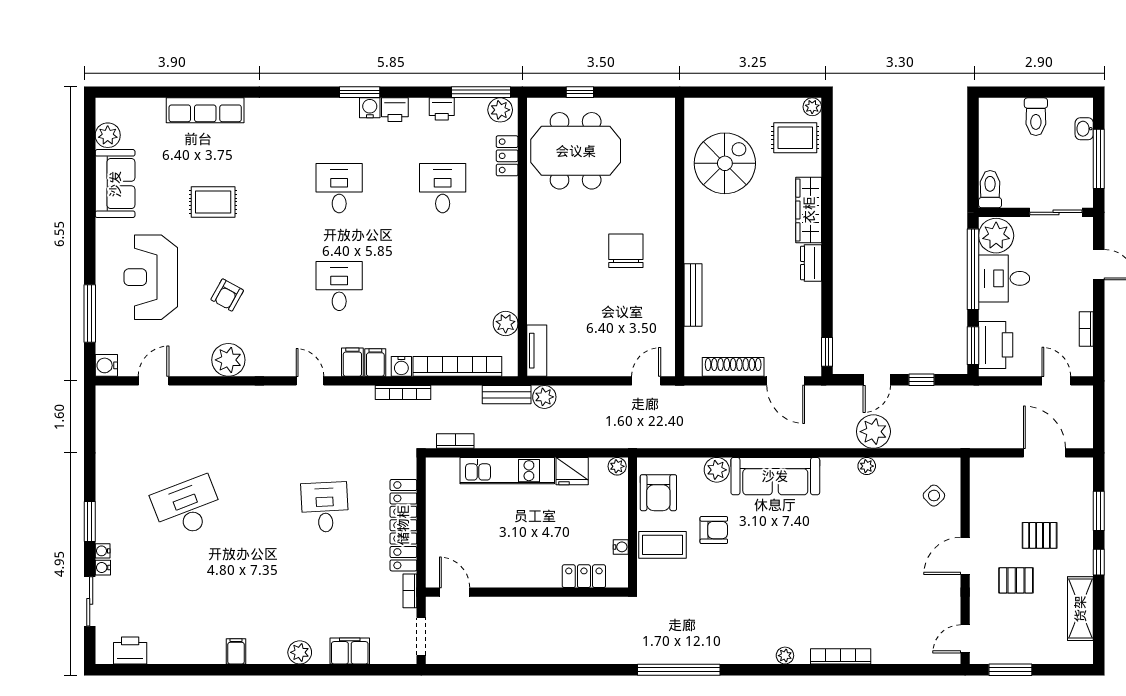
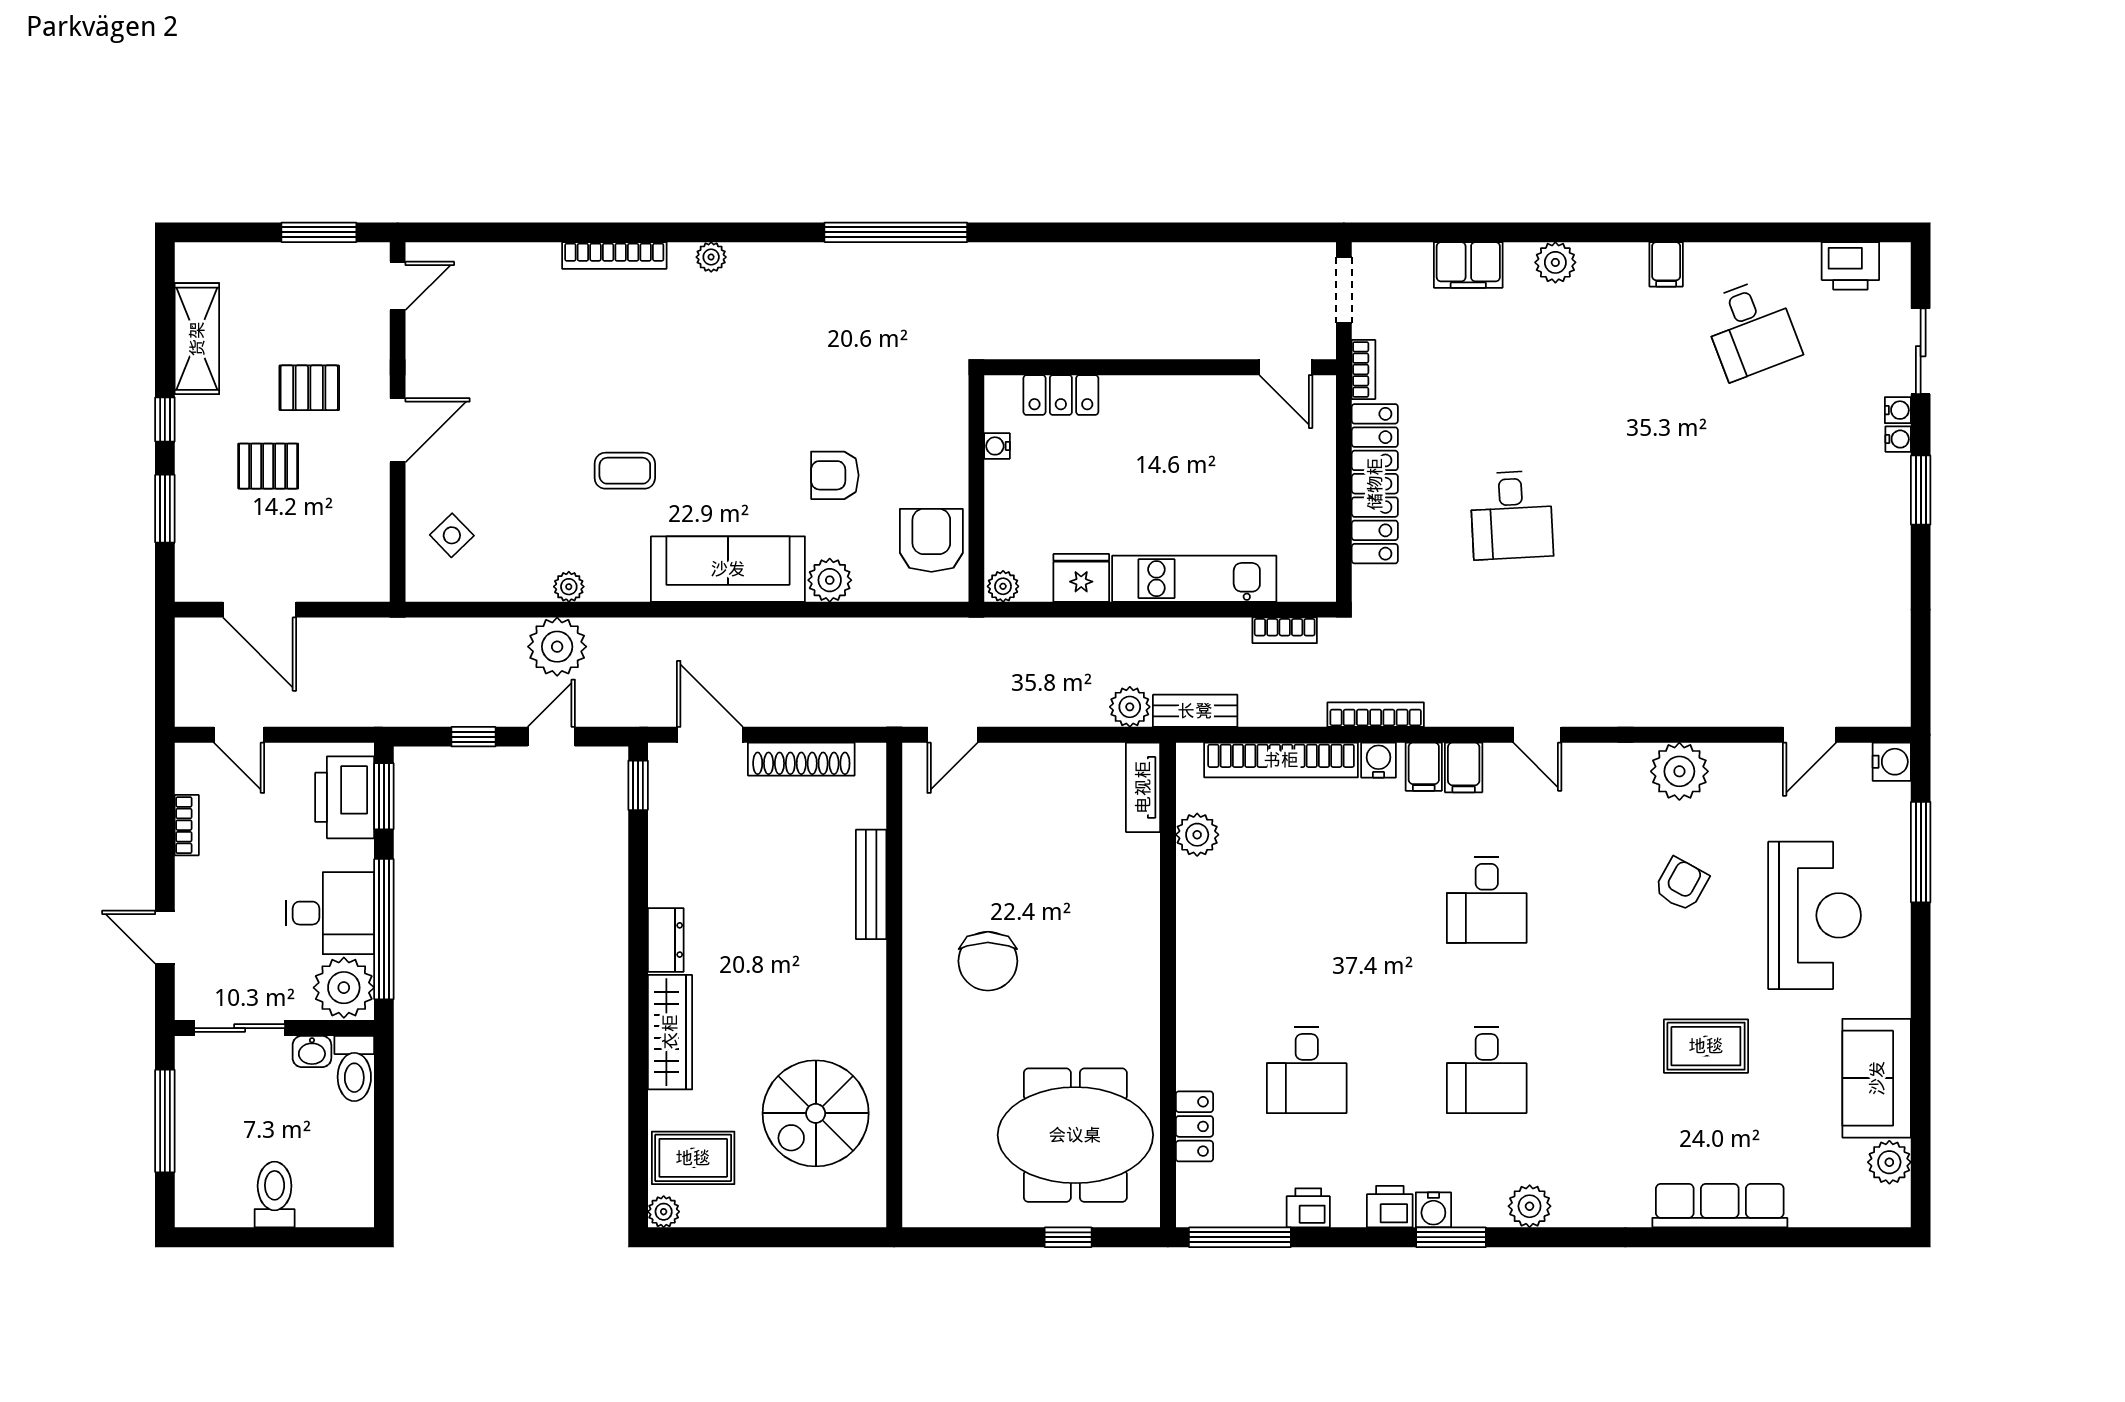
plant: (500, 110) -> (1530, 1206), moved
washbasin: (1084, 129) -> (312, 1052), moved, turned 90
desk: (187, 507) -> (1751, 329), moved, width x0.73
coffee table: (663, 545) -> (625, 471), moved, width x0.73, depth x0.77

